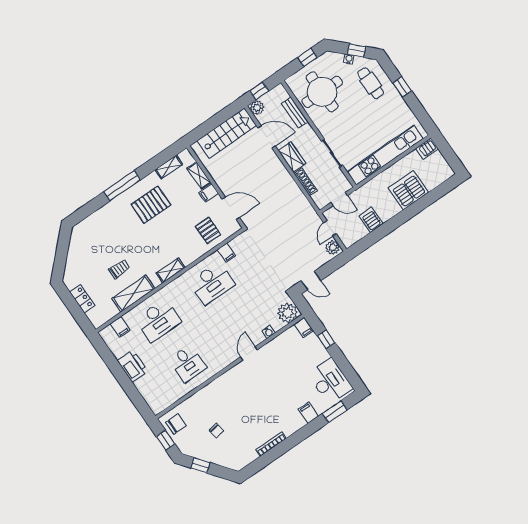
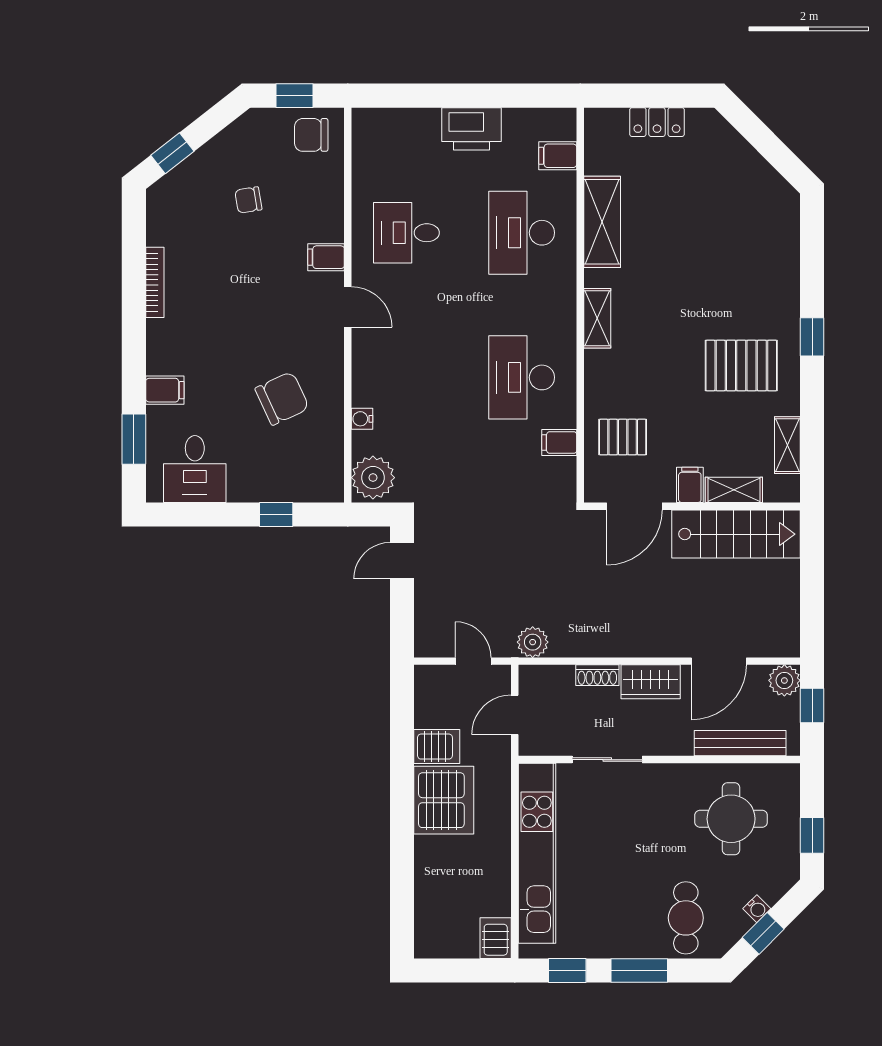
cafe table: (371, 83) -> (686, 918), turned 90
window: (402, 87) -> (639, 970), width x1.50
round table: (322, 92) -> (731, 819), width x0.73, depth x0.73
bench: (295, 112) -> (740, 743), width x1.36
window: (421, 114) -> (567, 970), added
stairs: (227, 133) -> (736, 534), moved, turned -90
shoe rack: (306, 182) -> (597, 675), width x0.70
window: (122, 186) -> (812, 337), width x0.46
server rack: (408, 190) -> (444, 800), moved
pallet: (151, 205) -> (741, 365), turned 90
plant: (333, 247) -> (533, 642), moved
trolley: (119, 269) -> (664, 227), removed
filing cabinet: (304, 327) -> (326, 257), moved
door: (249, 353) -> (348, 307), moved
chair: (281, 367) -> (282, 398), added
desk: (330, 381) -> (195, 469), width x0.73
chair: (176, 424) -> (311, 135), turned 90
window: (200, 465) -> (172, 153), moved

